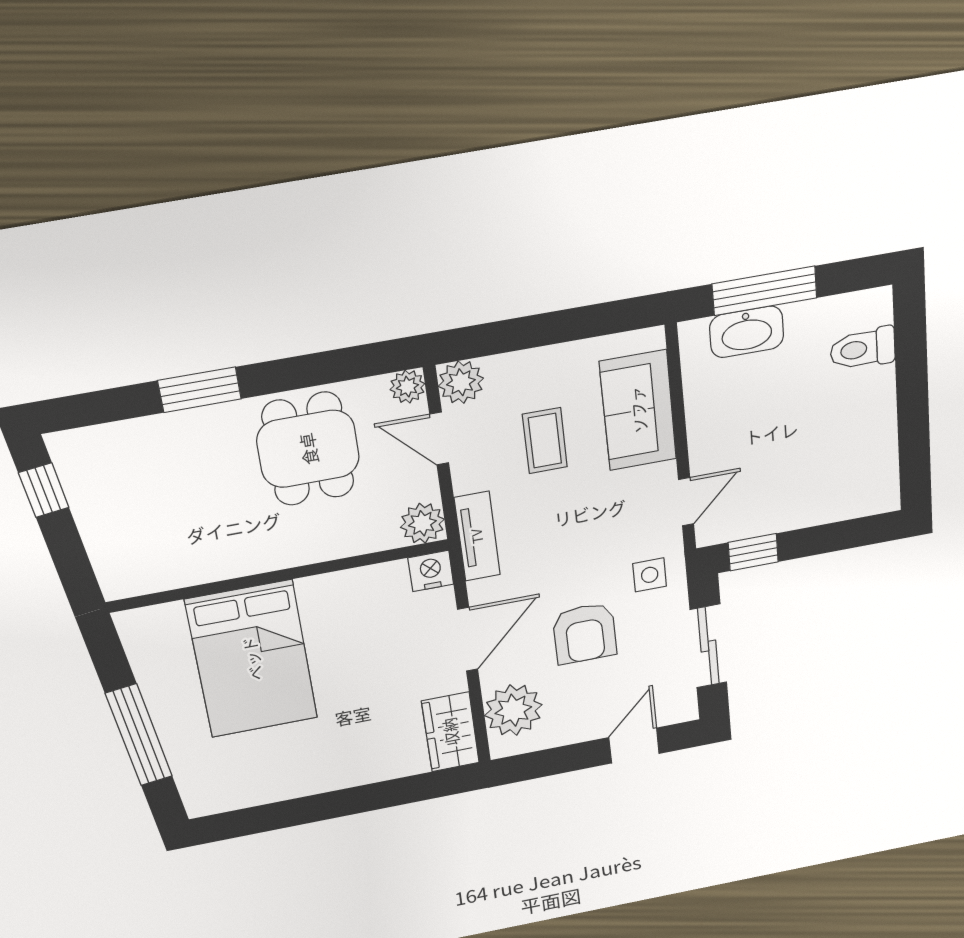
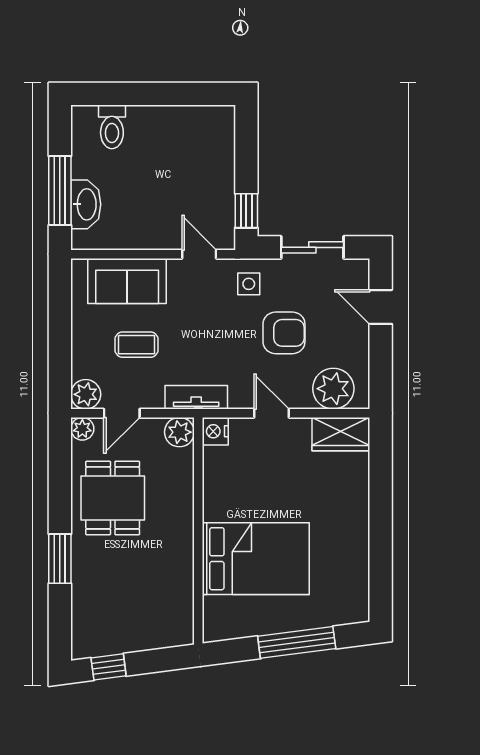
dining table: (308, 449) -> (113, 498), turned 90
door: (468, 639) -> (272, 413), width x0.73

